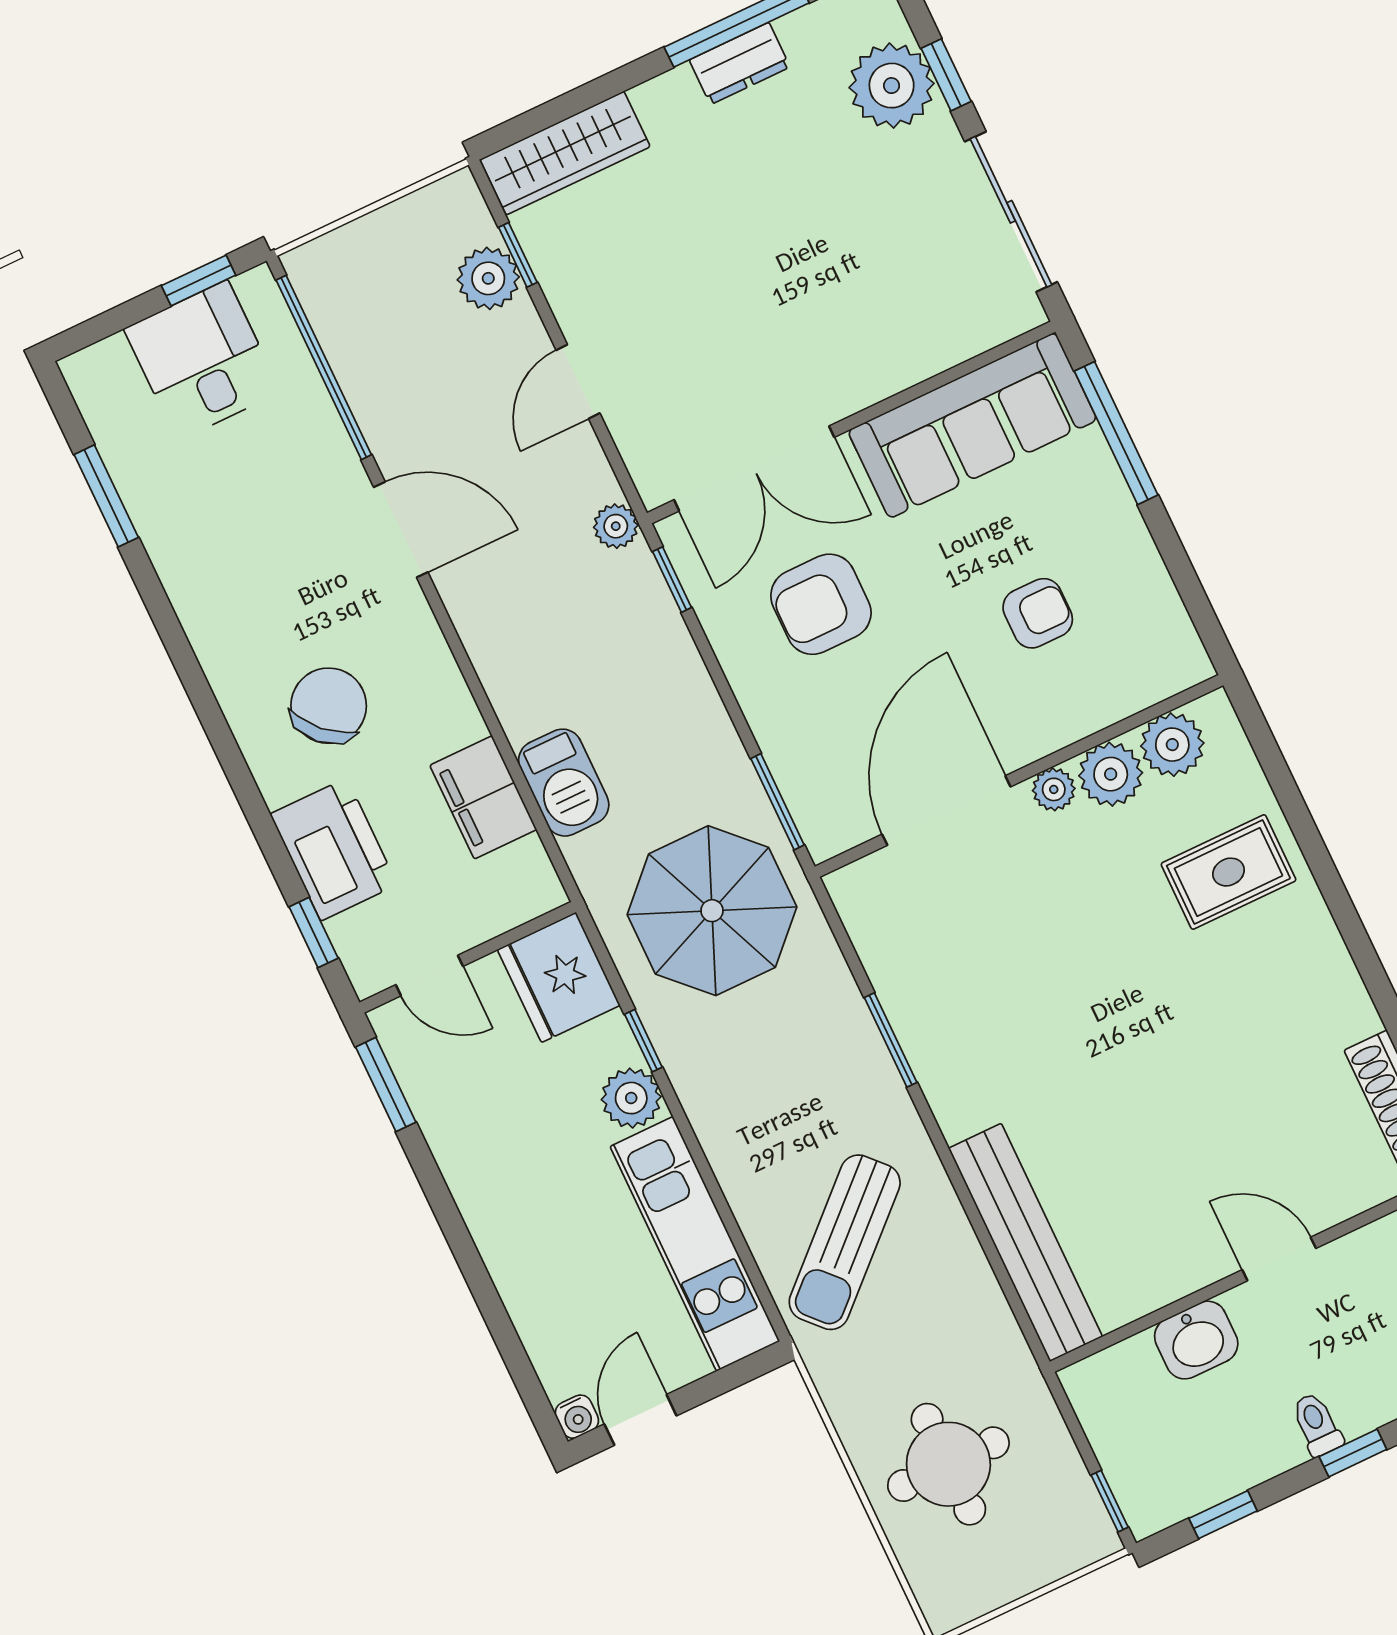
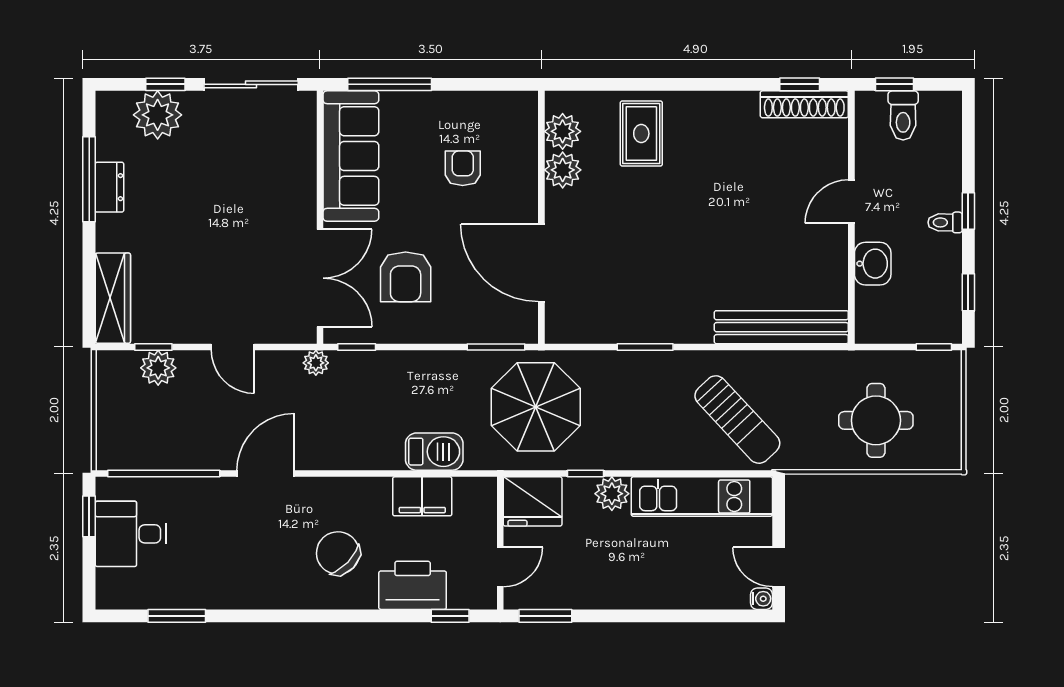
plant: (1054, 789) -> (557, 203), removed

